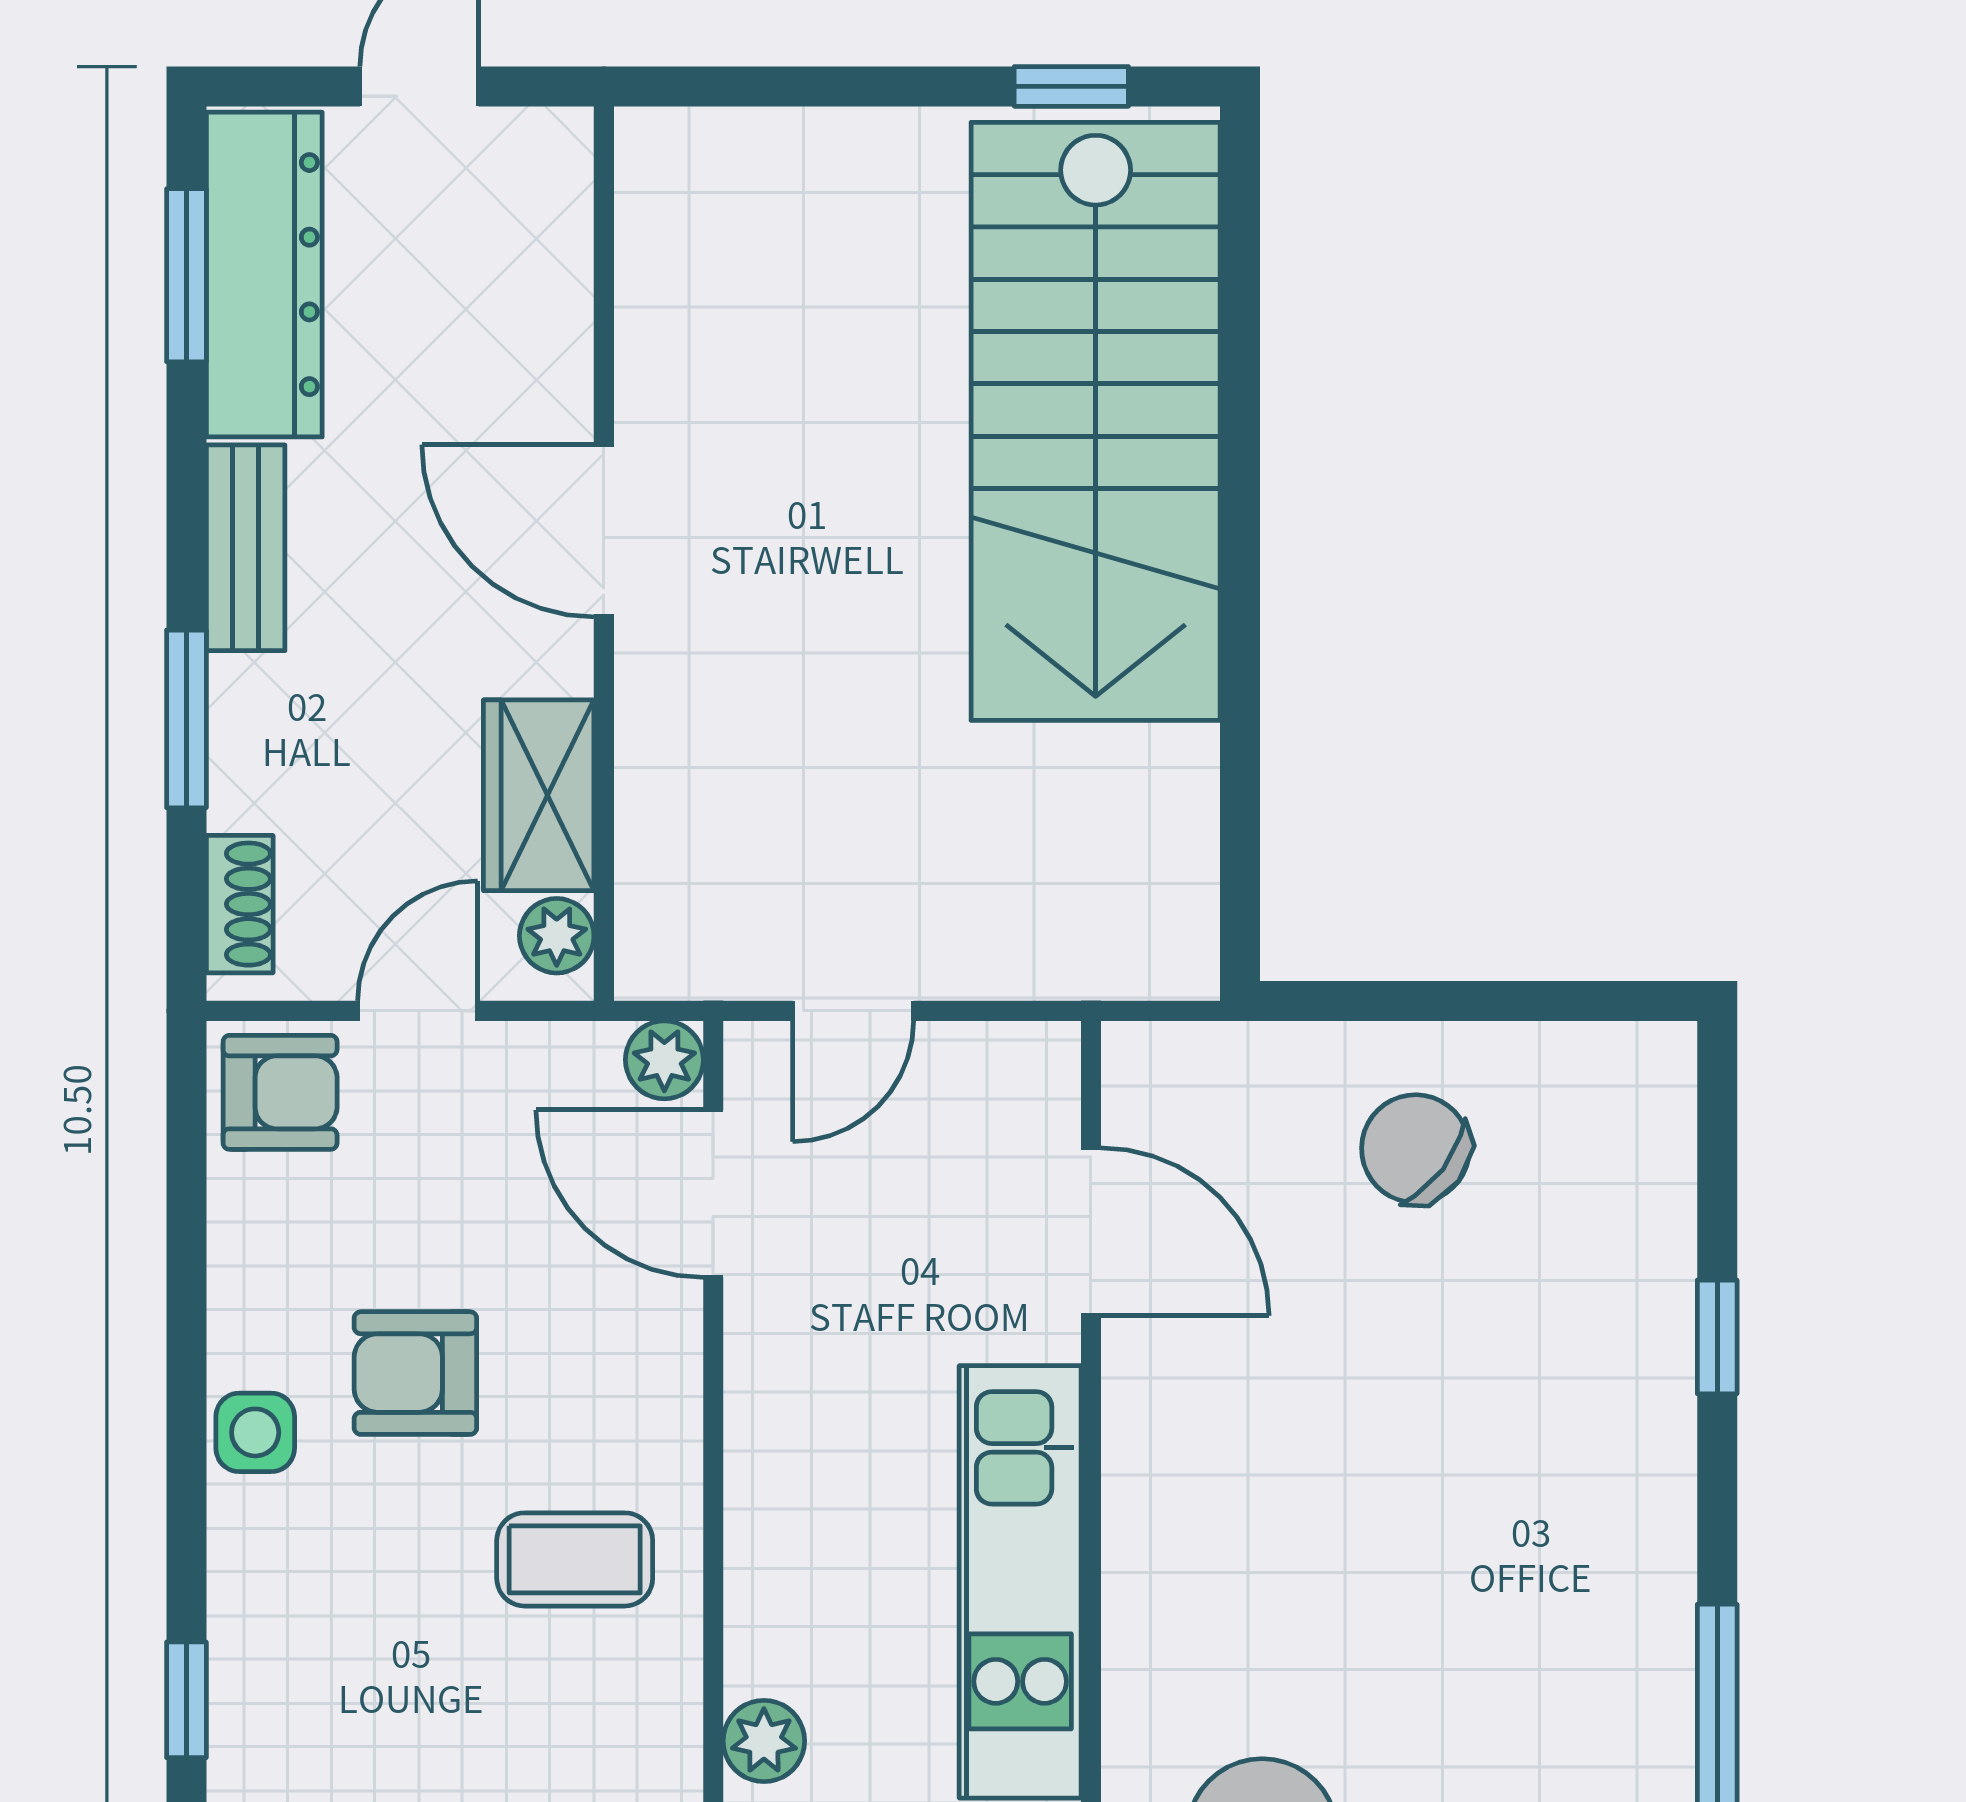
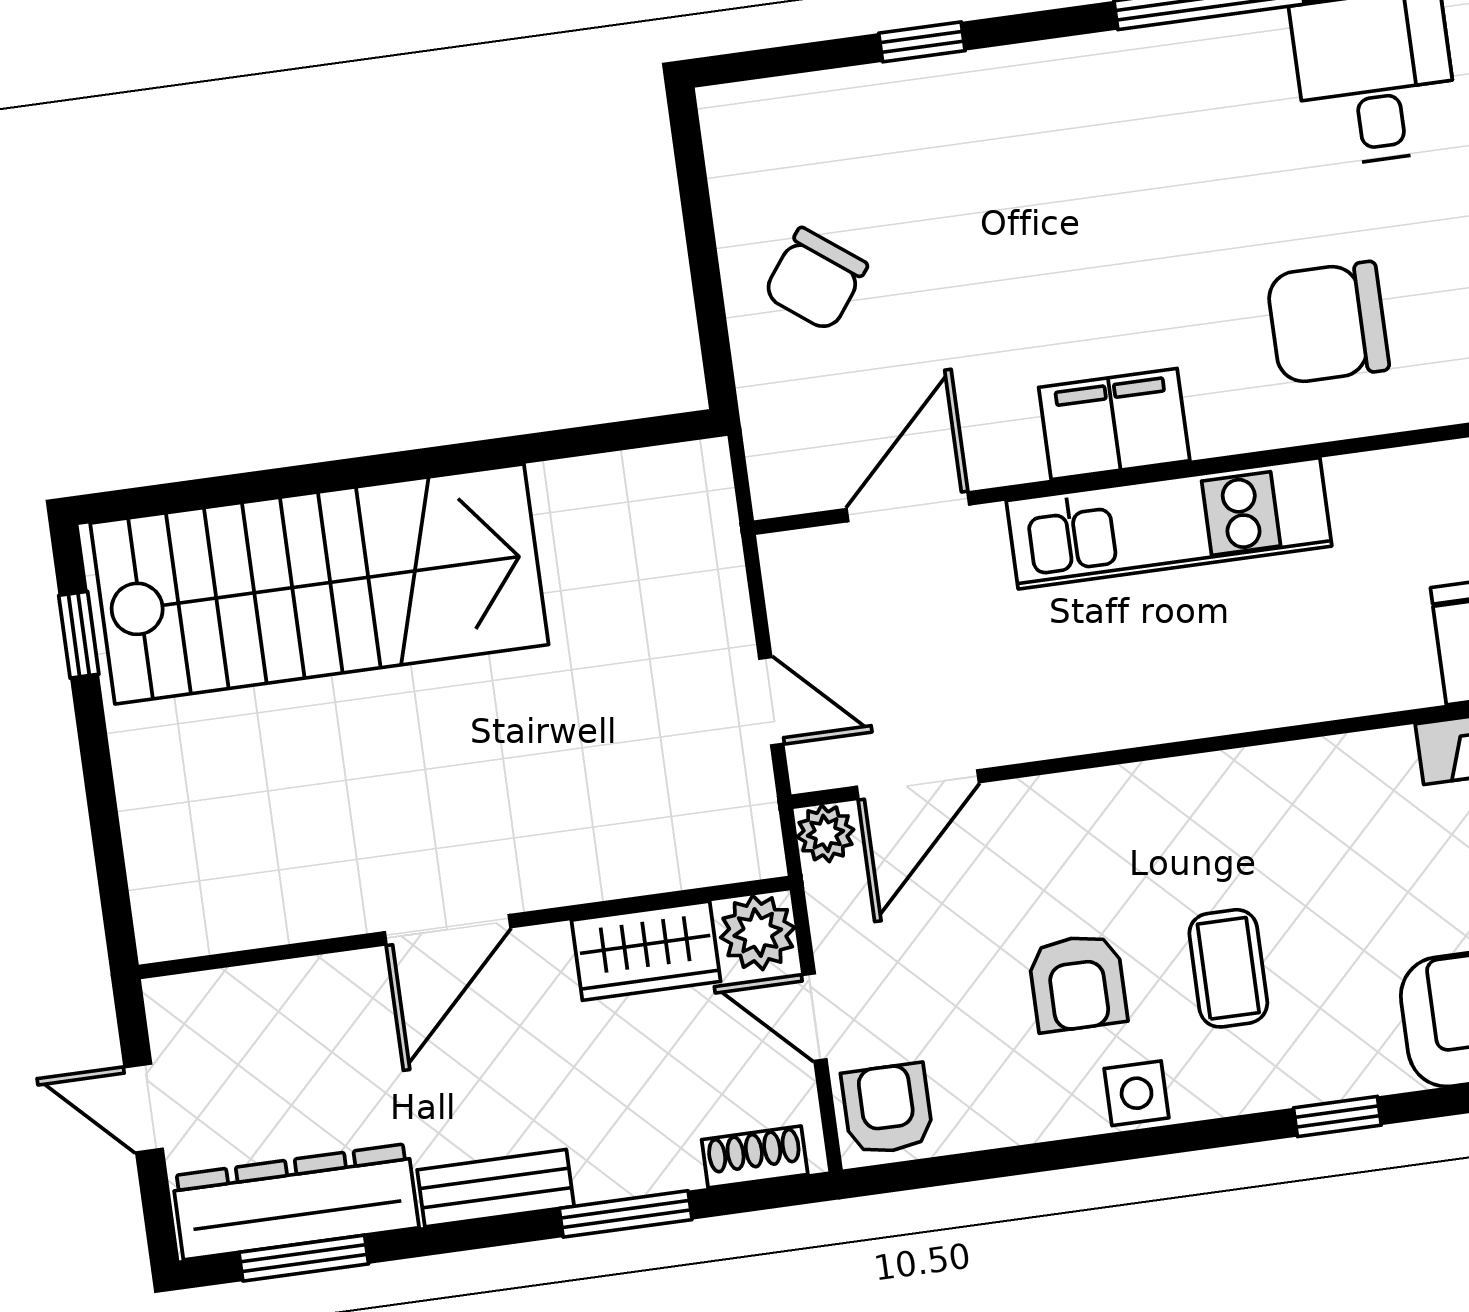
plant: (557, 936) -> (758, 933), width x1.38, depth x1.38
filing cabinet: (1165, 1526) -> (1114, 424), added
coffee table: (575, 1559) -> (1228, 968), moved
plant: (764, 1741) -> (1310, 693), removed

